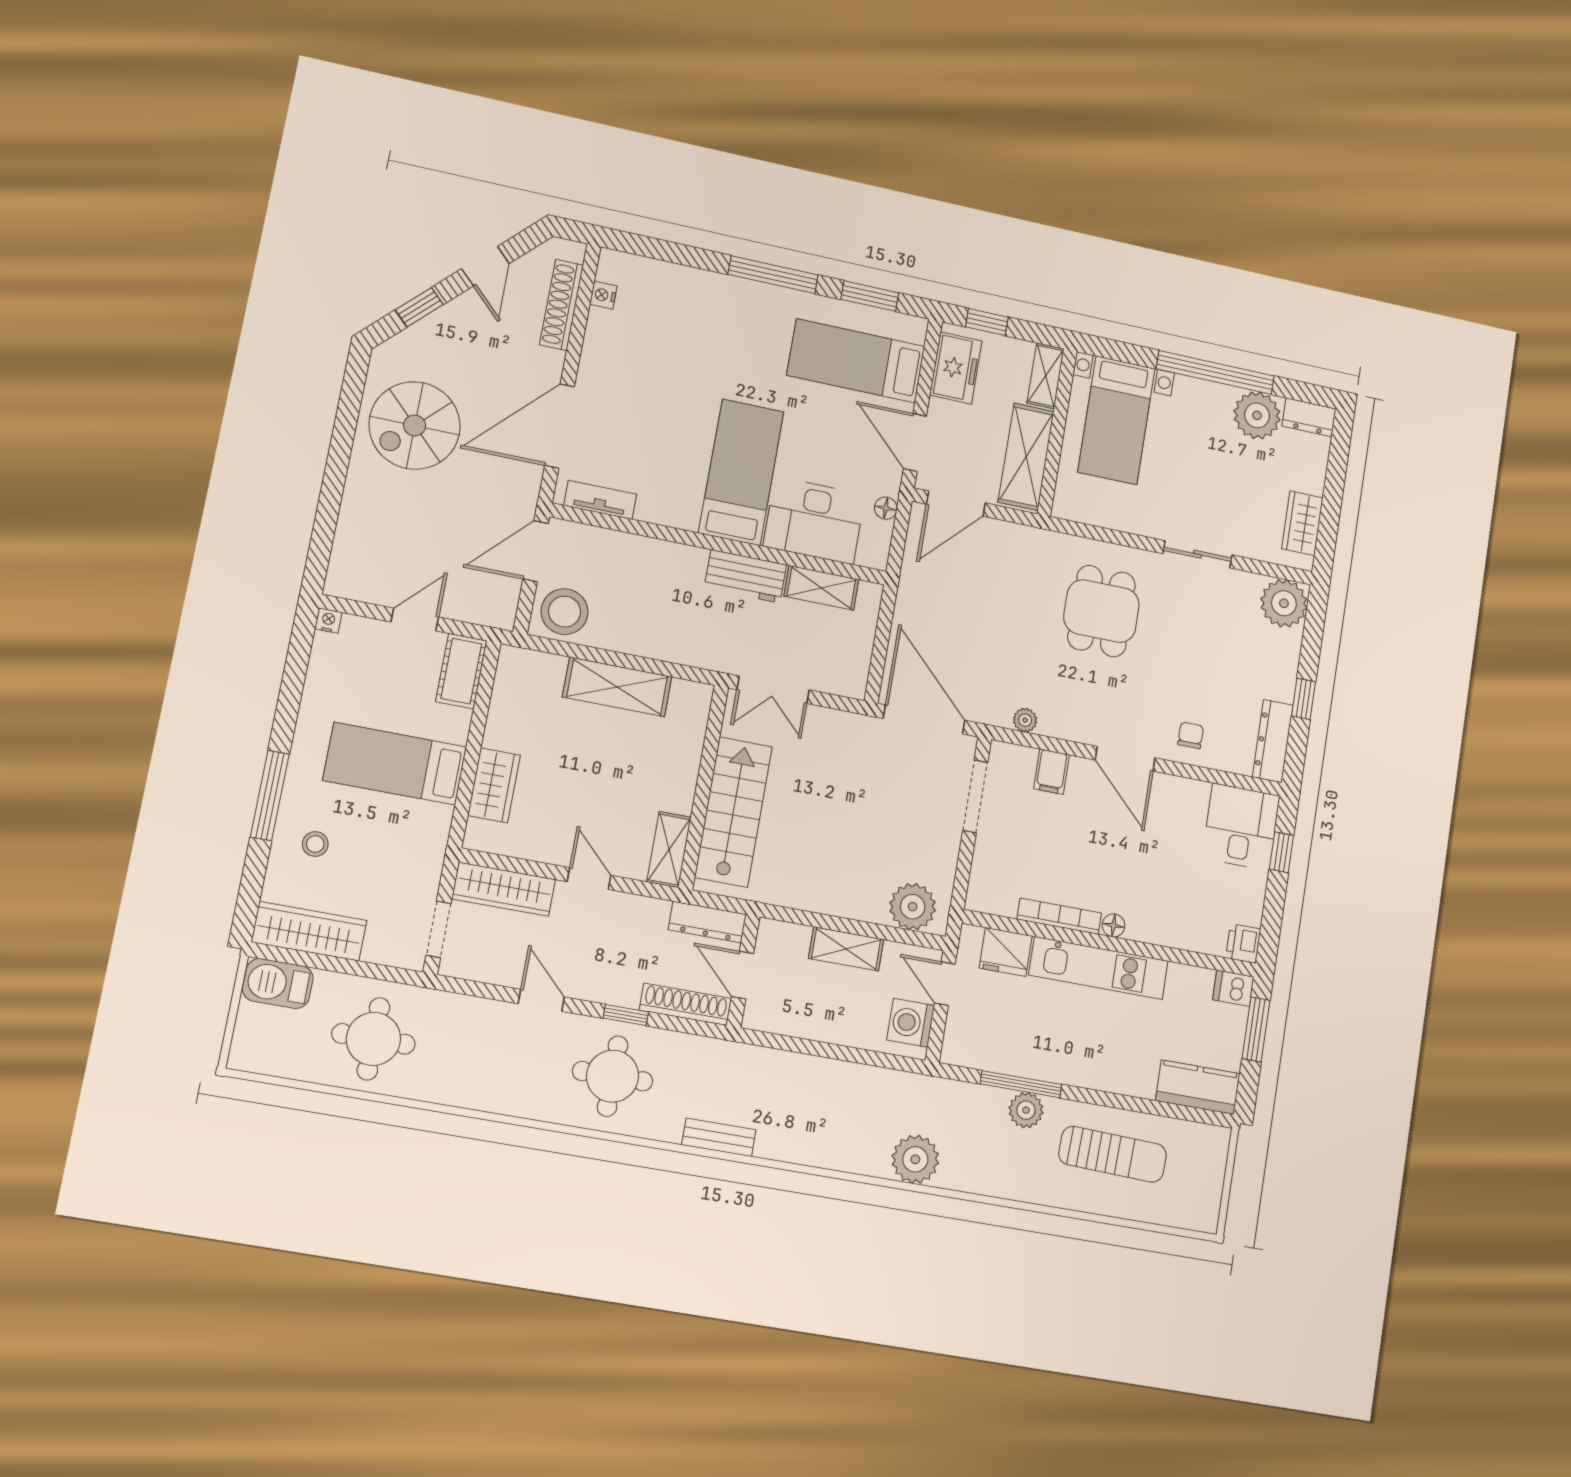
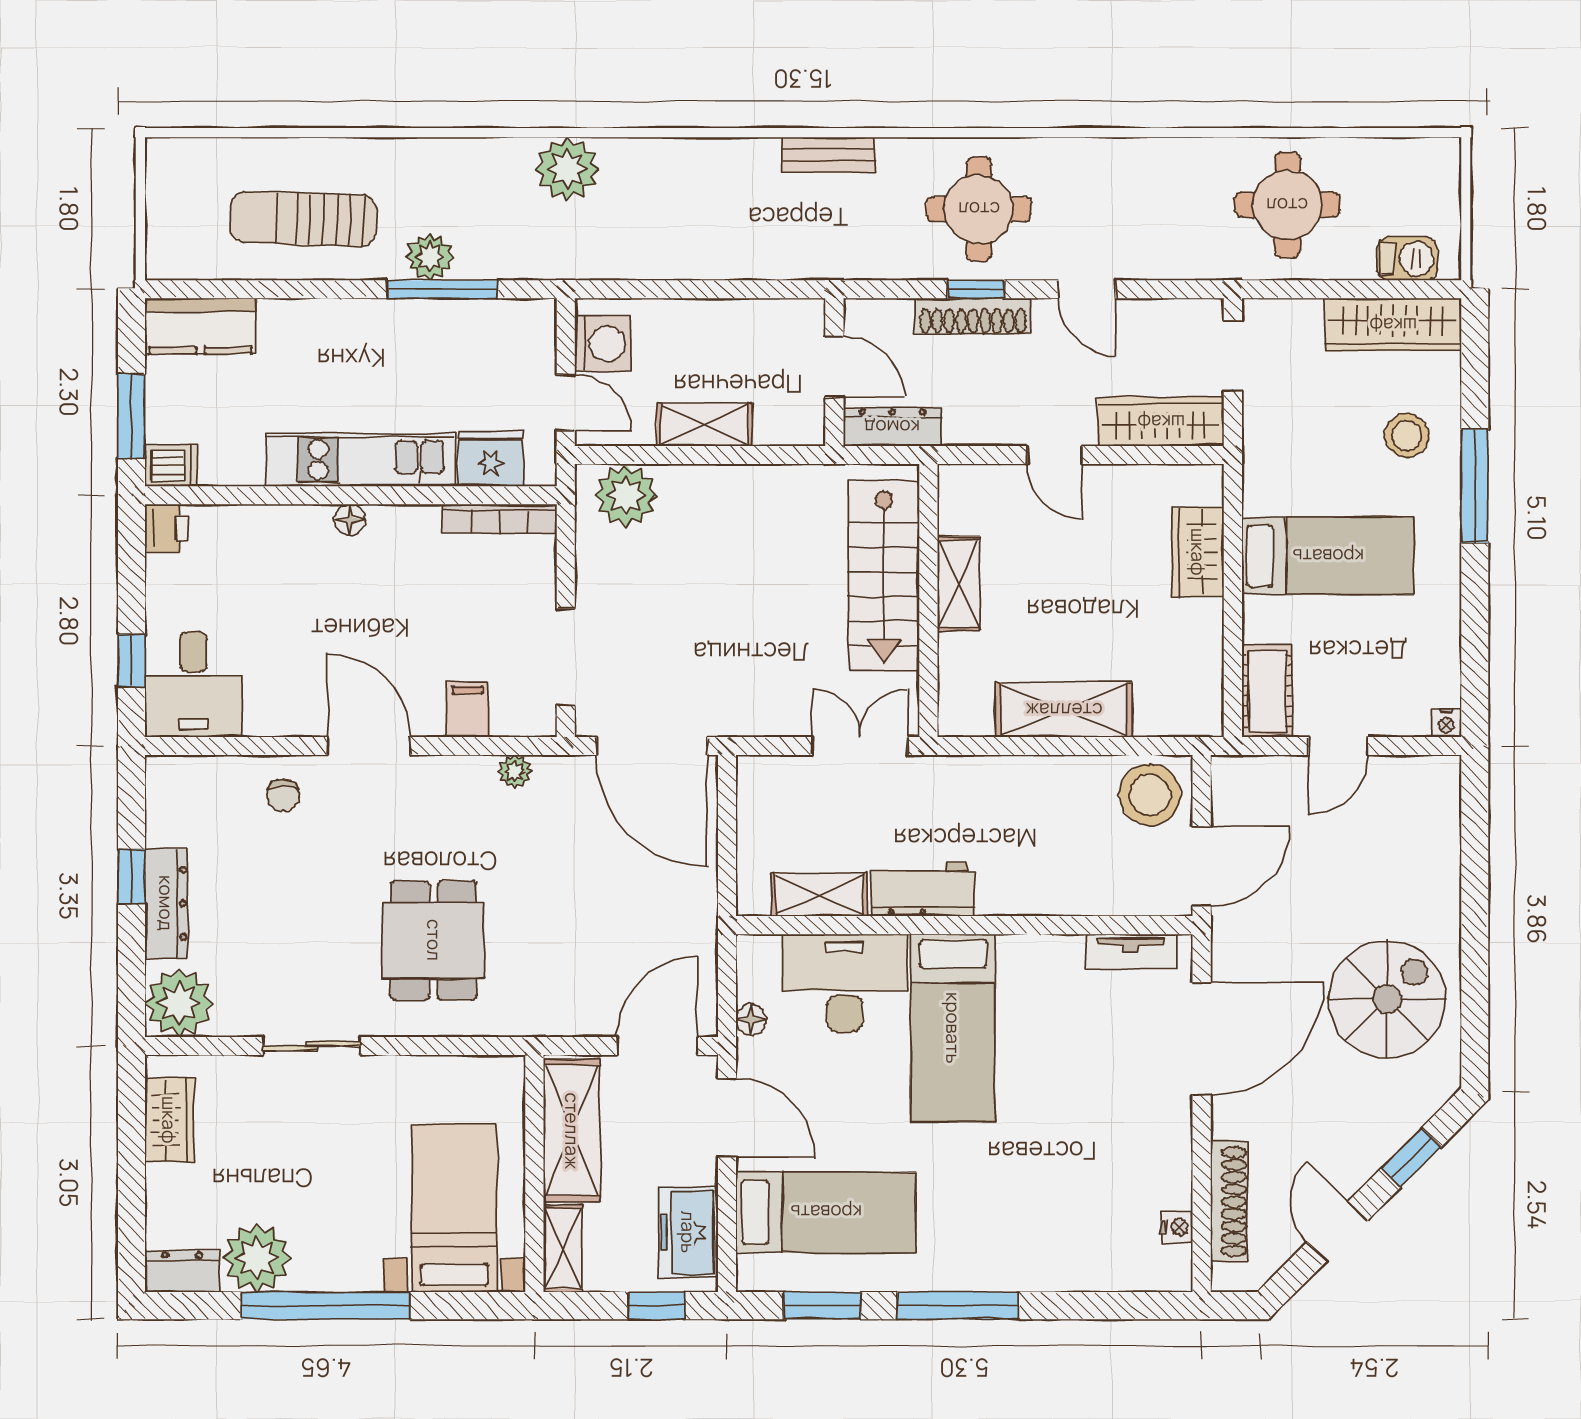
dresser: (1273, 741) -> (166, 903), moved
stool: (315, 844) -> (1407, 435), width x1.37, depth x1.37
shelving: (669, 850) -> (959, 584), moved
bookcase: (1059, 916) -> (500, 519), moved
barbecue: (278, 983) -> (1407, 259), width x0.73, depth x0.79
shoe rack: (685, 1004) -> (973, 316), moved

